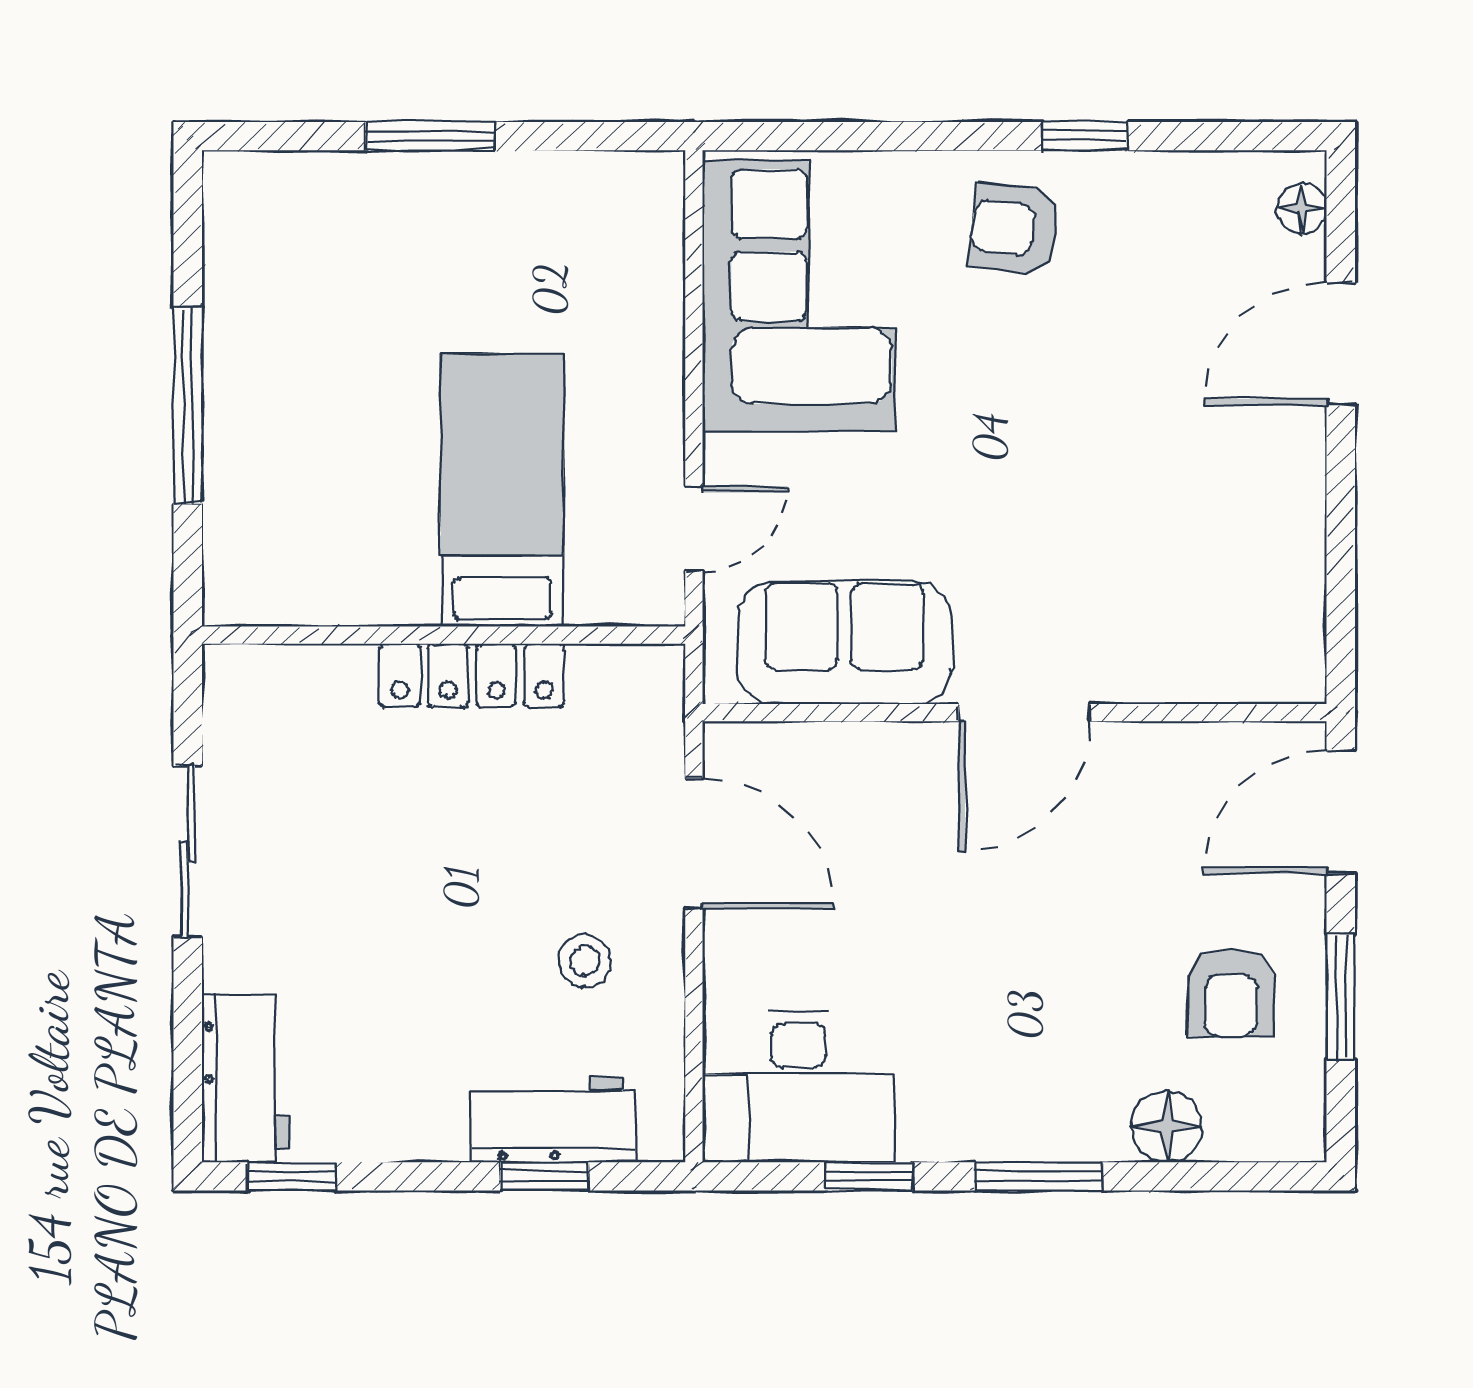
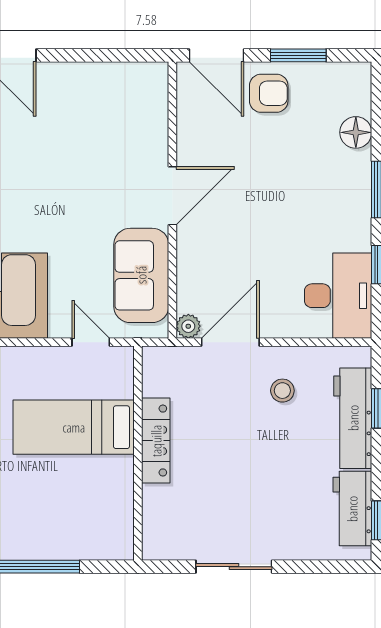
door: (1024, 713) -> (172, 196), hinge flipped
plant: (730, 749) -> (188, 326), added
armchair: (1231, 993) -> (269, 93), moved
workbench: (245, 1078) -> (352, 509), moved, turned -90
workbench: (553, 1120) -> (353, 418), width x1.38

